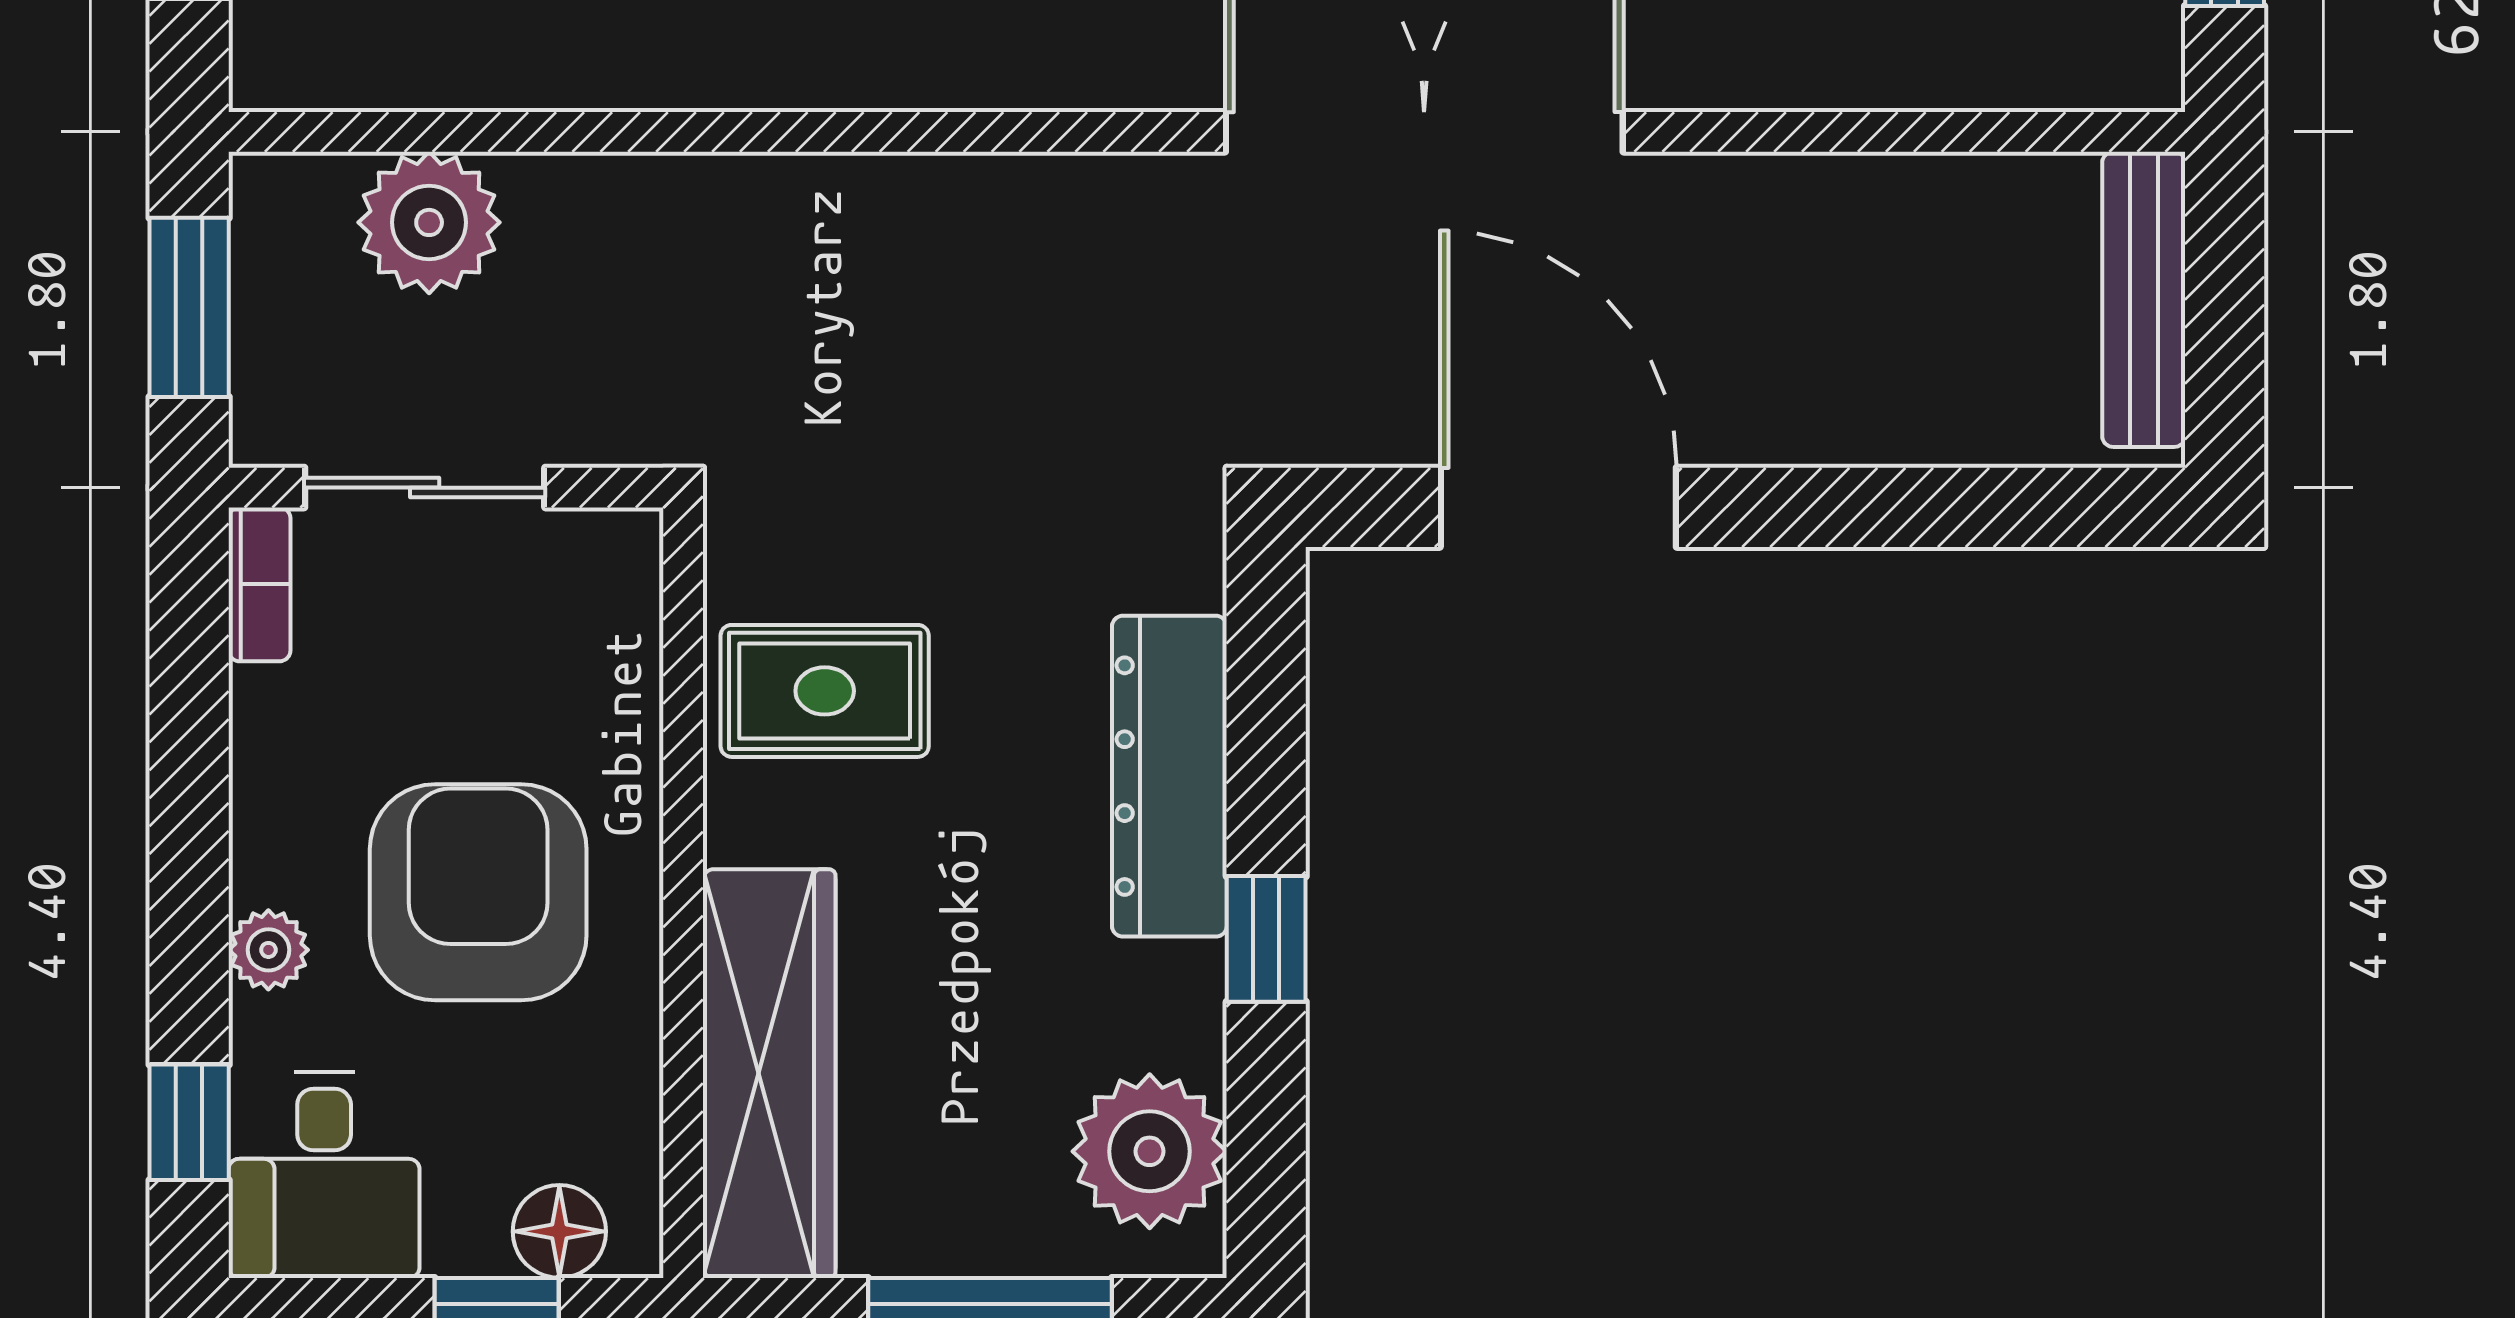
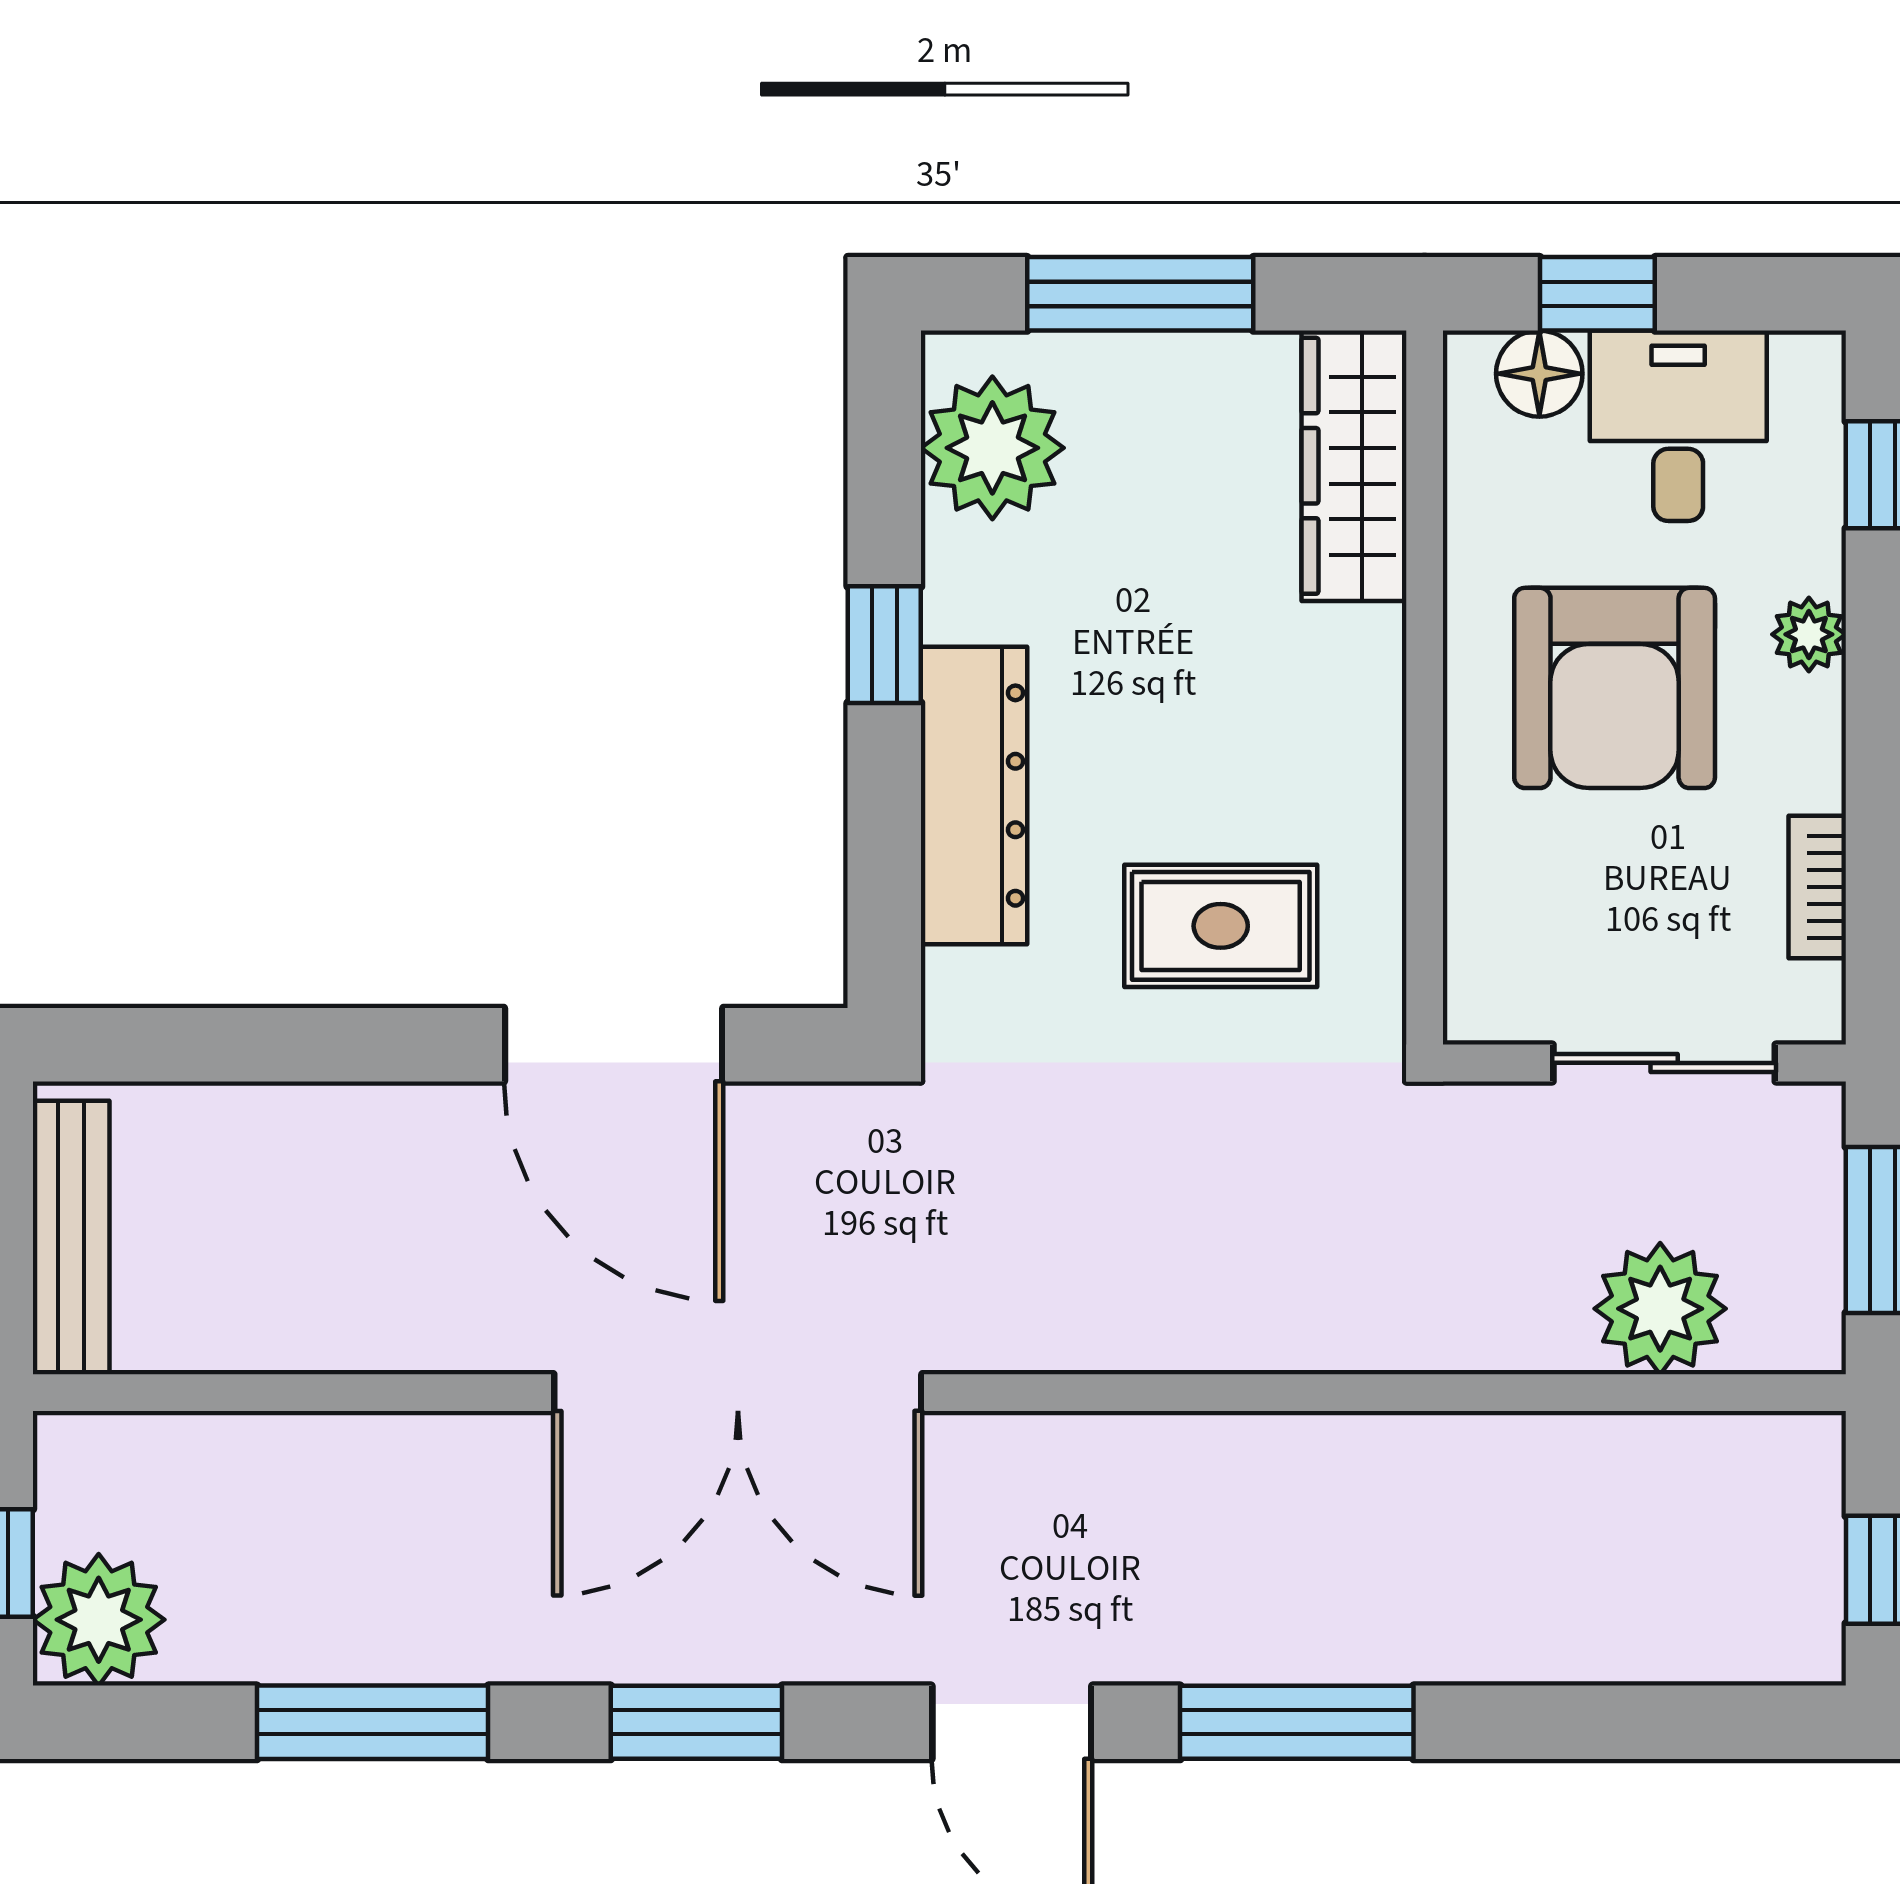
bookcase: (259, 584) -> (1817, 887), moved
rug: (825, 691) -> (1221, 926), moved
wardrobe: (769, 1074) -> (1354, 466), width x0.71, depth x0.85
desk: (324, 1175) -> (1678, 426), moved

